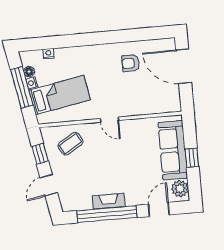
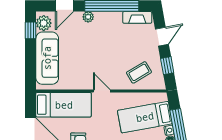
bed: (150, 101) -> (64, 105), added
window: (192, 158) -> (31, 30), moved
plant: (132, 200) -> (88, 17), added
fireplace: (109, 201) -> (137, 17), moved

